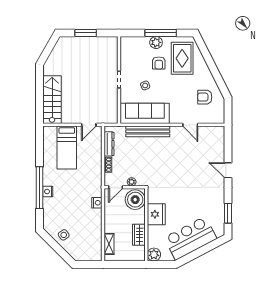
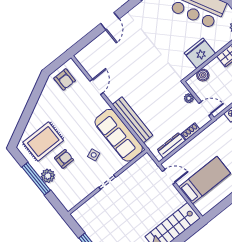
armchair: (205, 97) -> (65, 79), moved
boiler: (135, 200) -> (203, 75), width x0.54, depth x0.54

